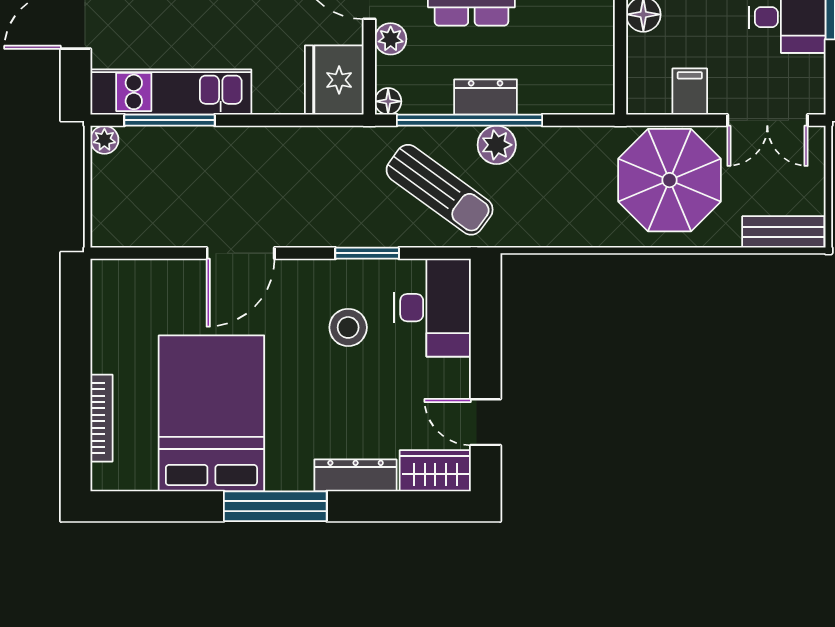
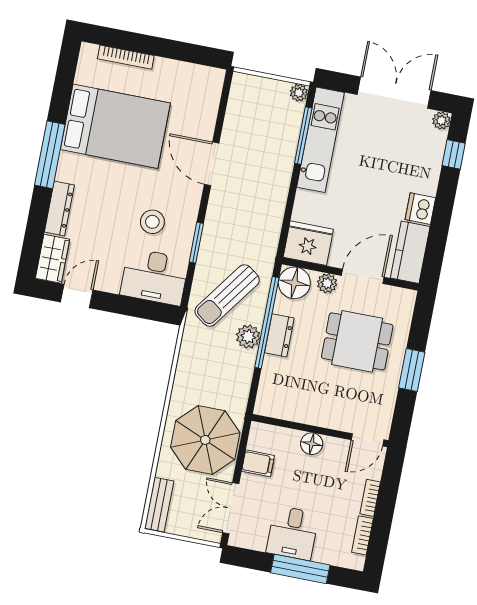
floor lamp: (388, 101) -> (294, 283), width x1.89, depth x1.89

